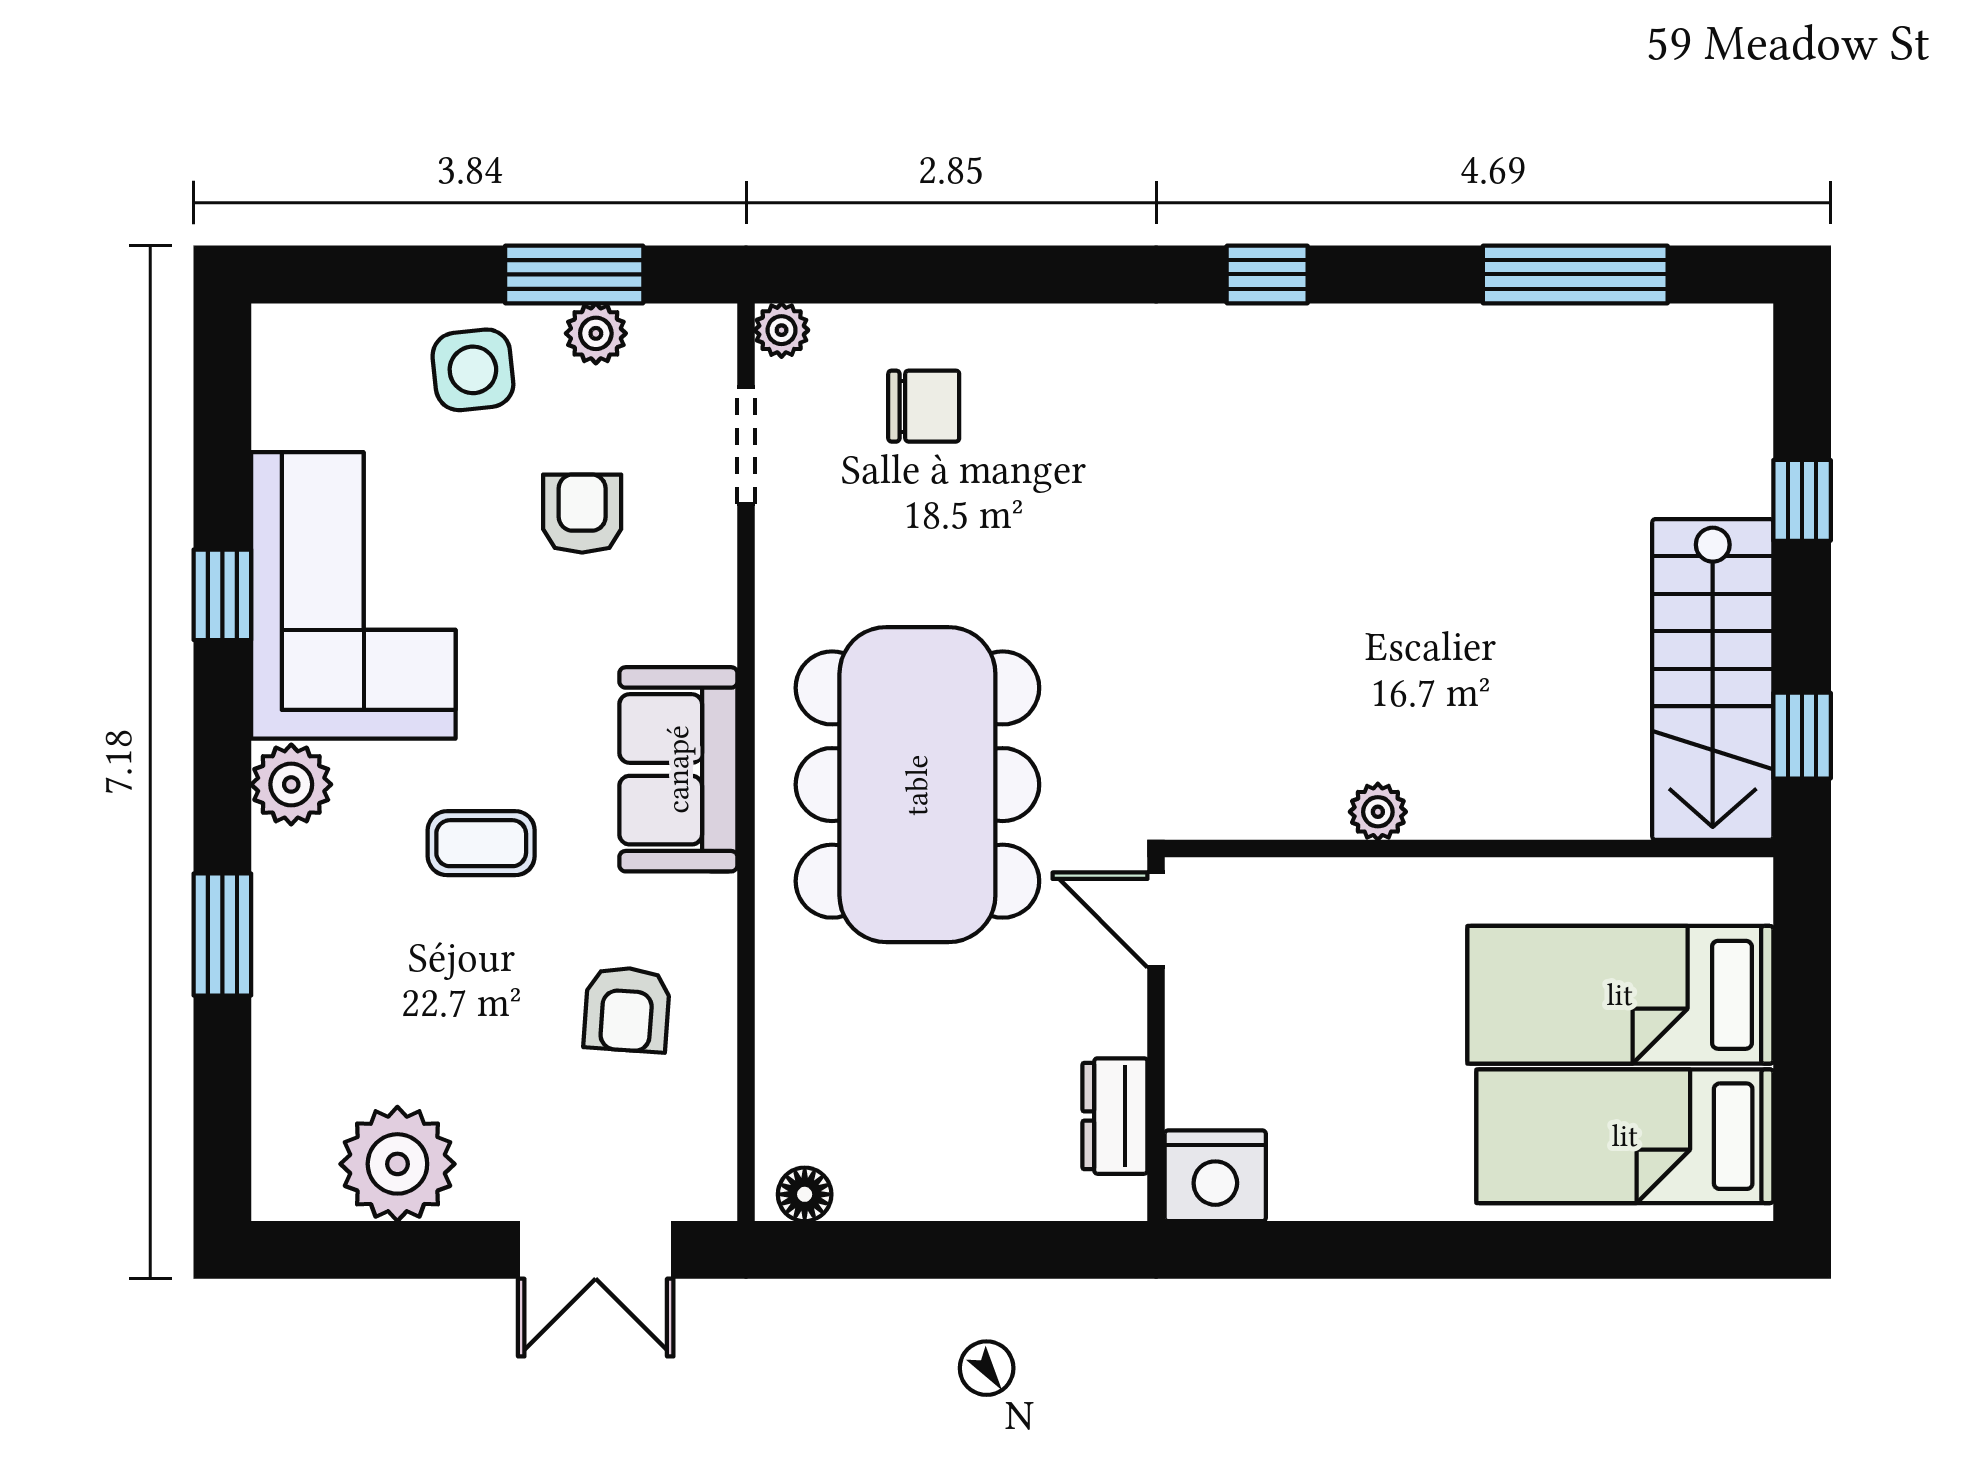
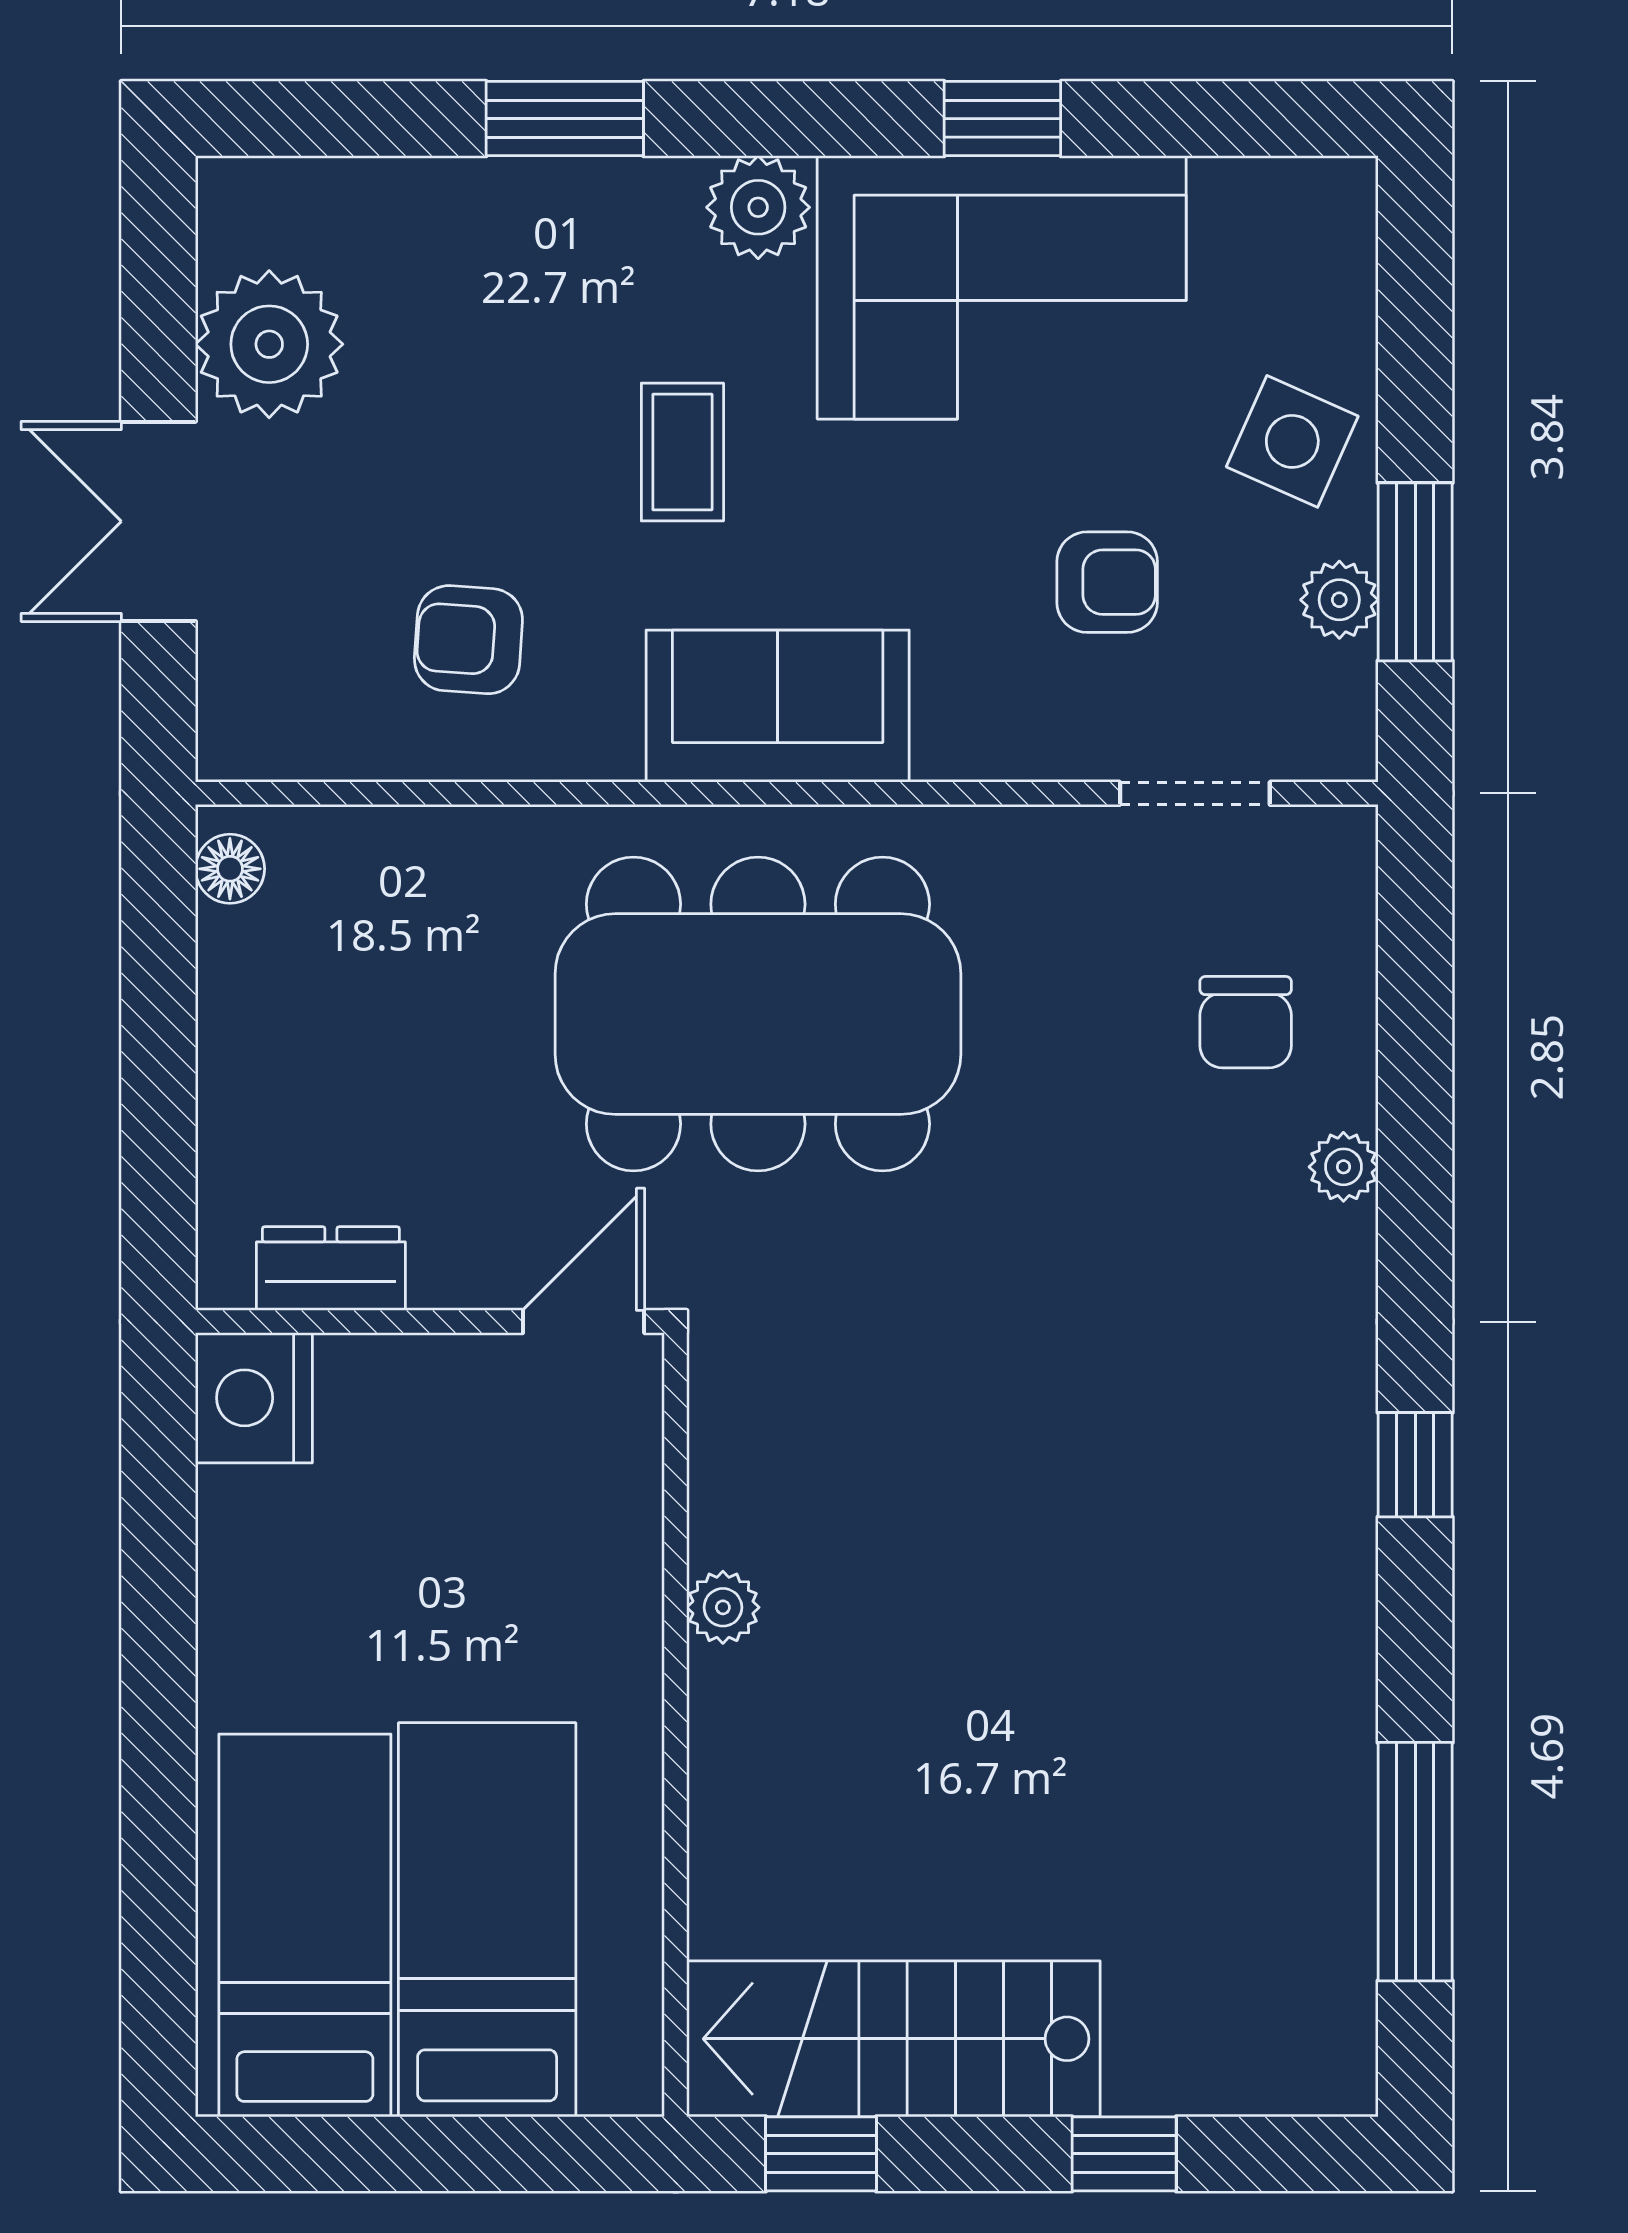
plant: (782, 330) -> (1343, 1167), moved
side table: (473, 370) -> (1292, 441), turned 30
double door: (596, 1250) -> (158, 521), moved

